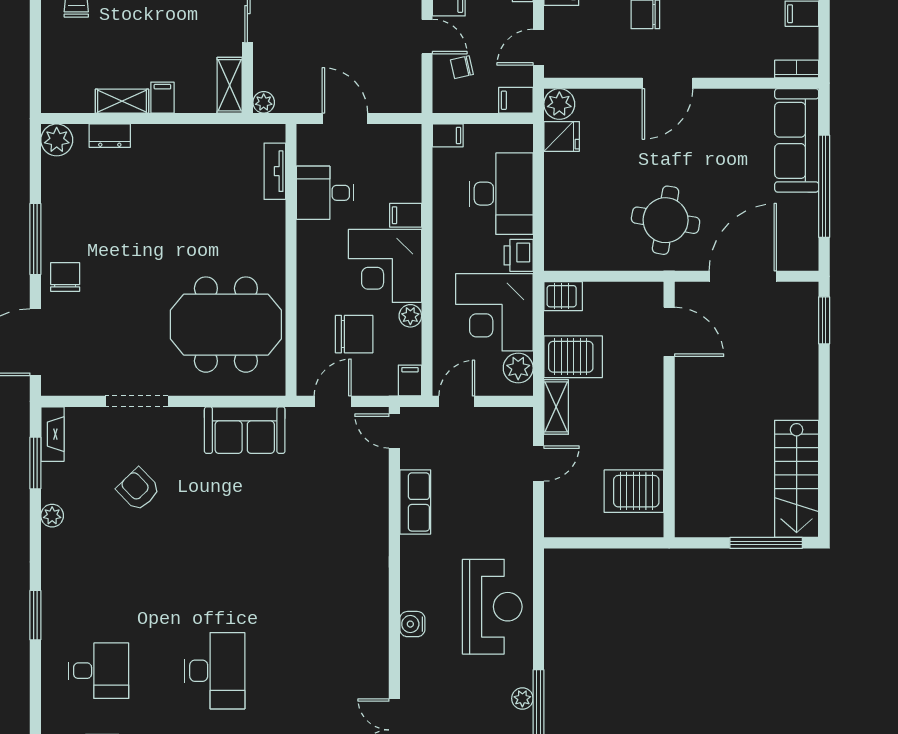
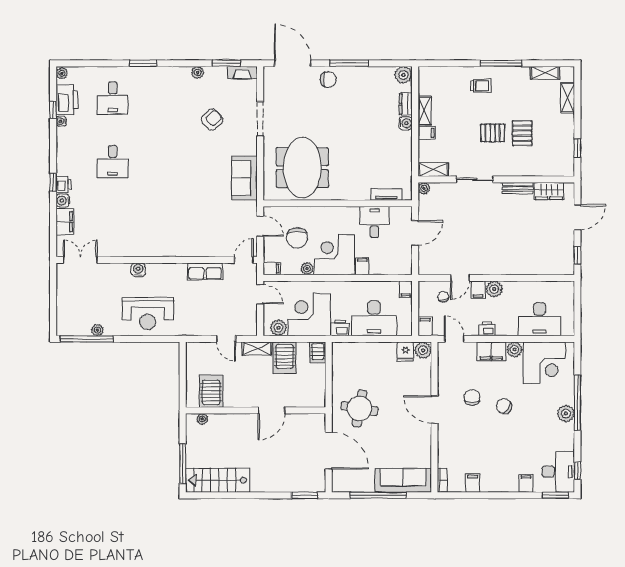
water cooler: (145, 136) -> (405, 123), added
door: (669, 332) -> (271, 410), moved
plant: (685, 507) -> (202, 419), added
desk: (215, 671) -> (113, 162), width x0.73

